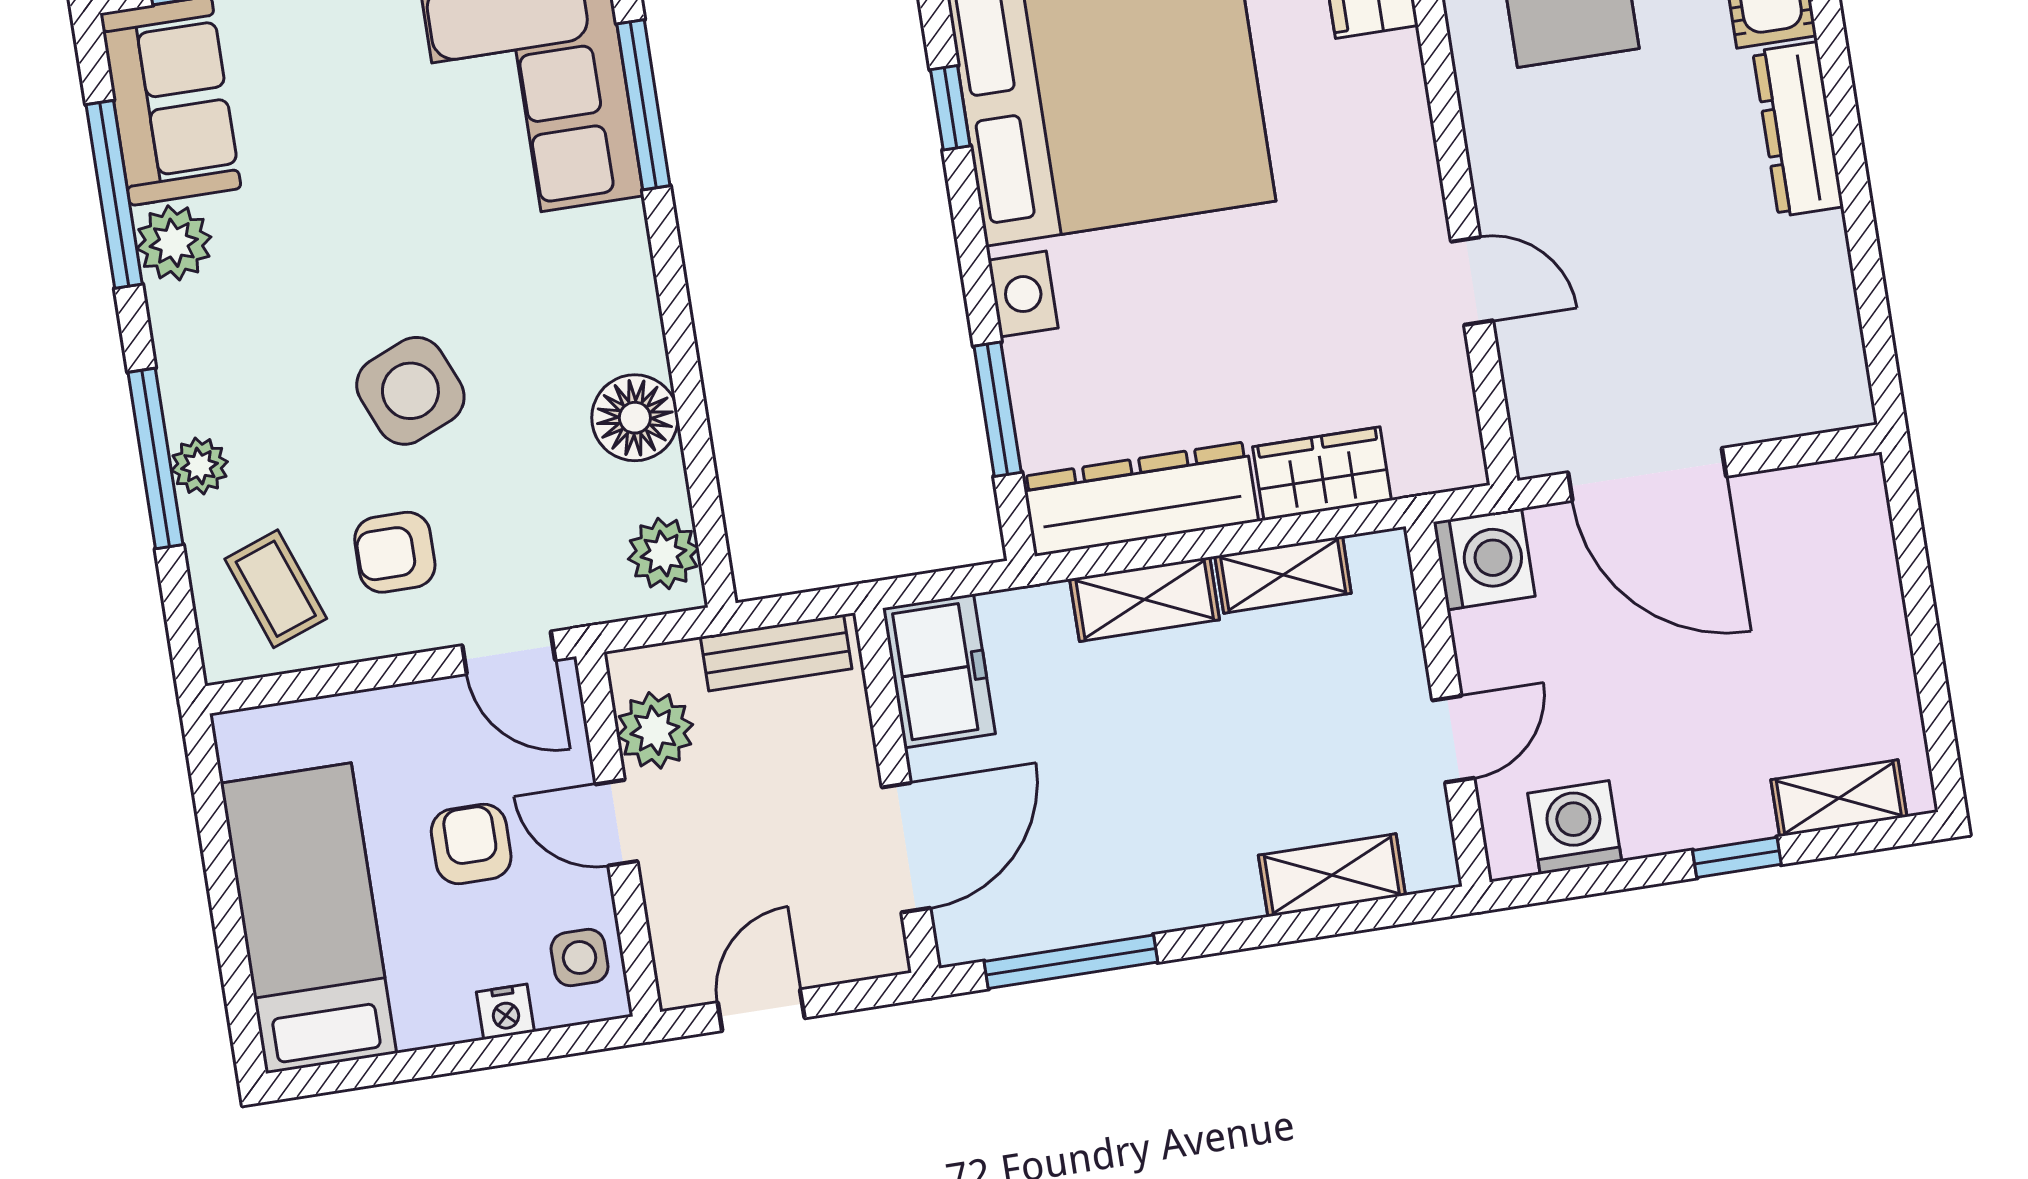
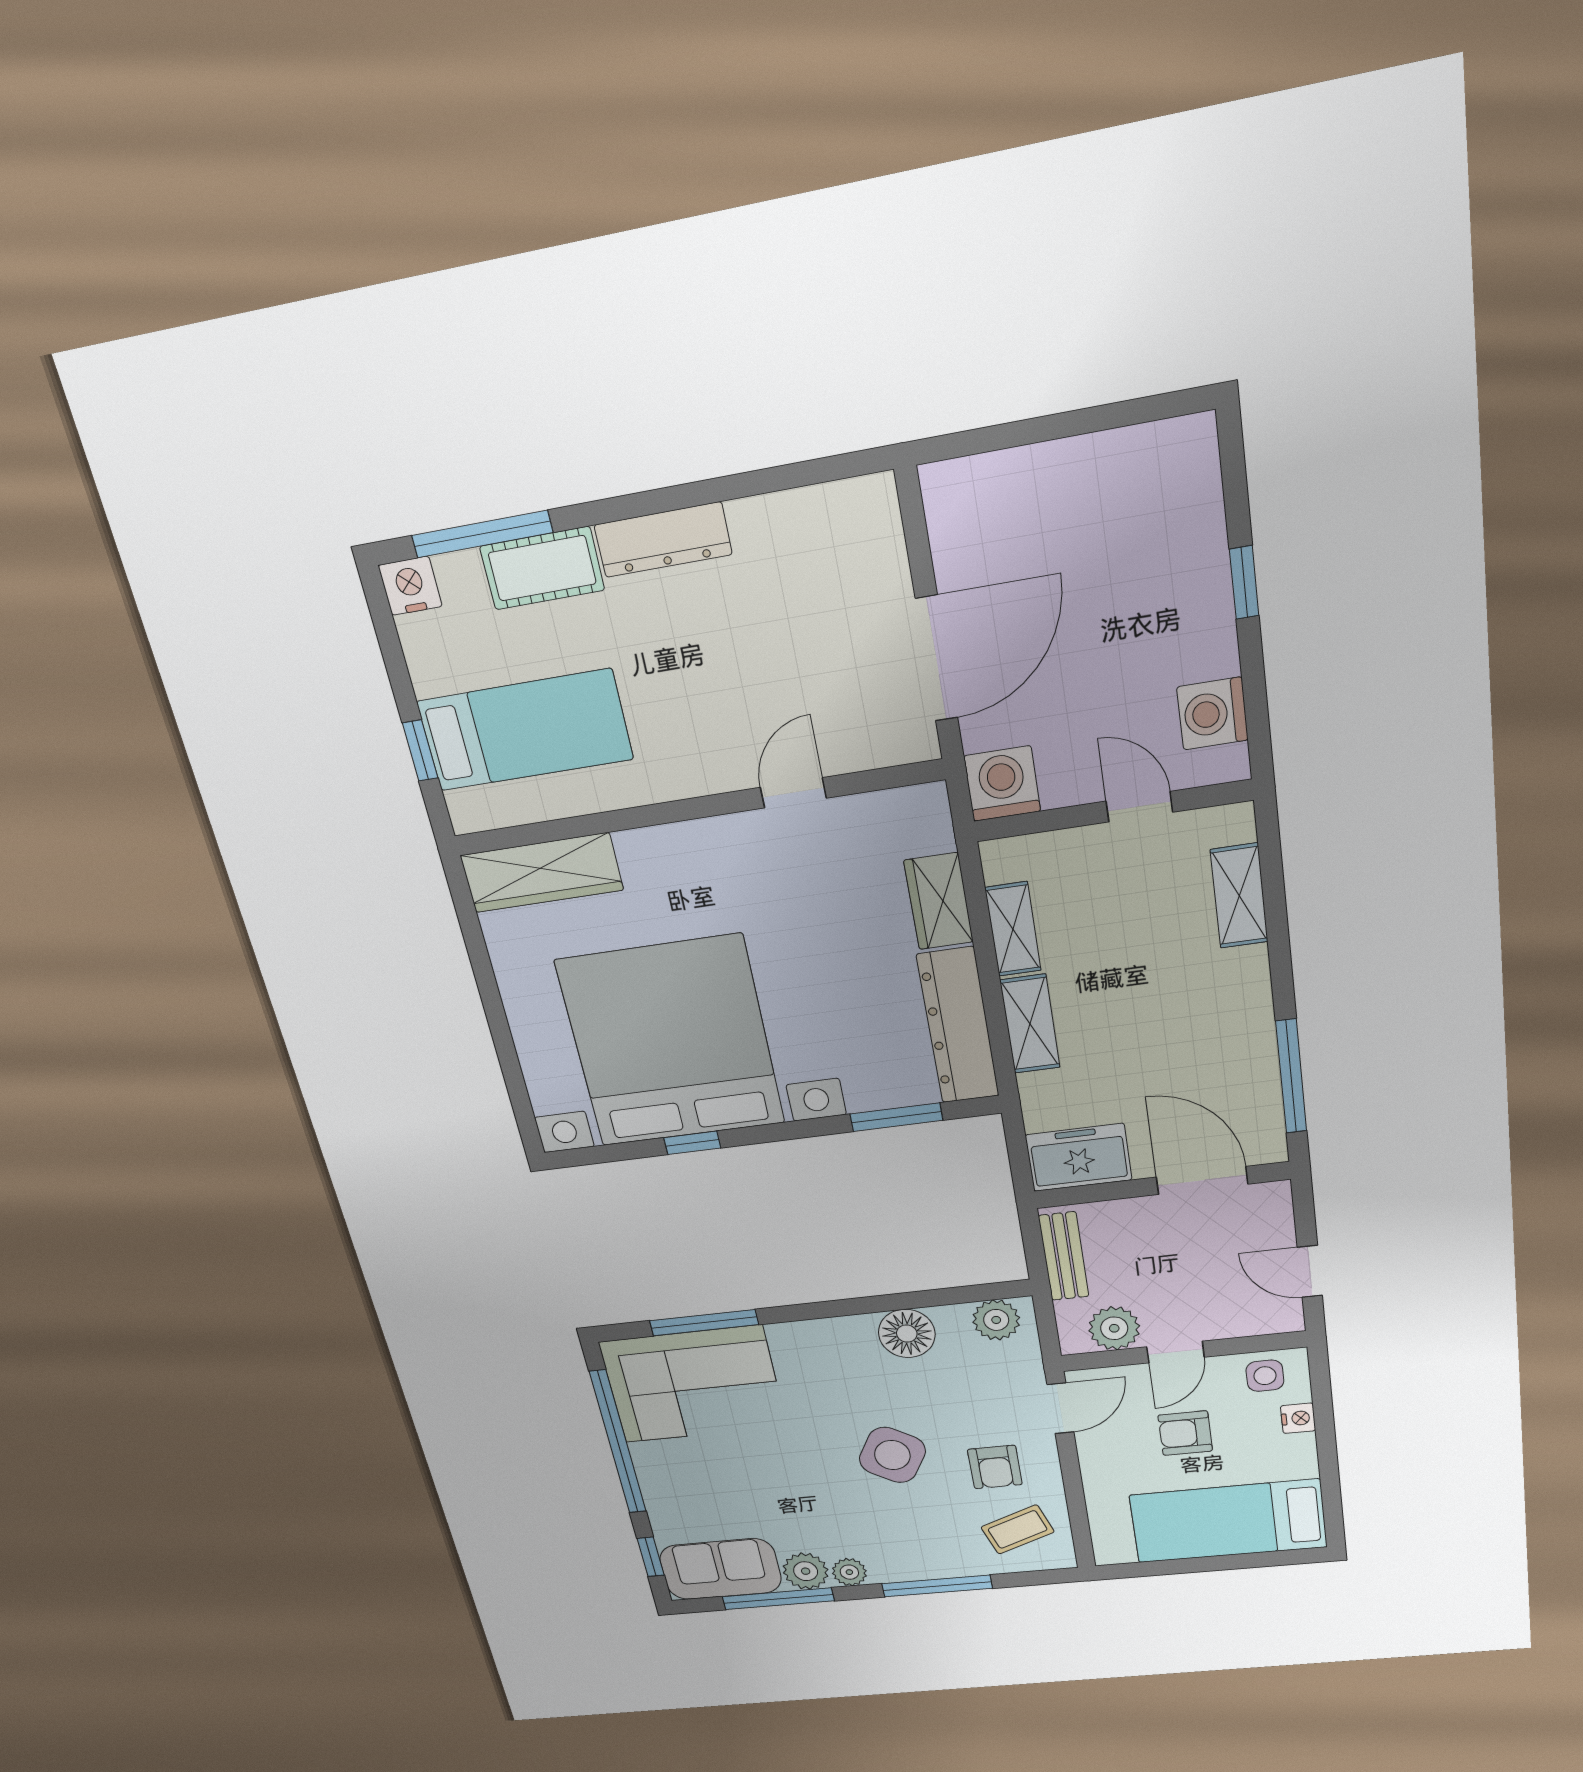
side table: (410, 391) -> (892, 1455), turned -36
plant: (199, 466) -> (849, 1572), moved
shelving: (1839, 798) -> (1200, 497), removed

